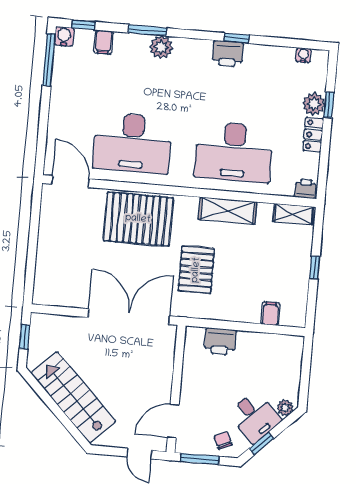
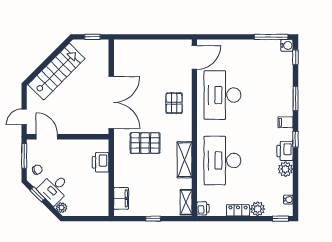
window: (236, 38) -> (295, 139), moved
filing cabinet: (104, 42) -> (285, 122), moved
plant: (161, 47) -> (285, 169), moved
window: (329, 105) -> (280, 219), moved
pallet: (138, 219) -> (174, 103), width x0.49, depth x0.50
filing cabinet: (270, 314) -> (121, 198), width x2.00

